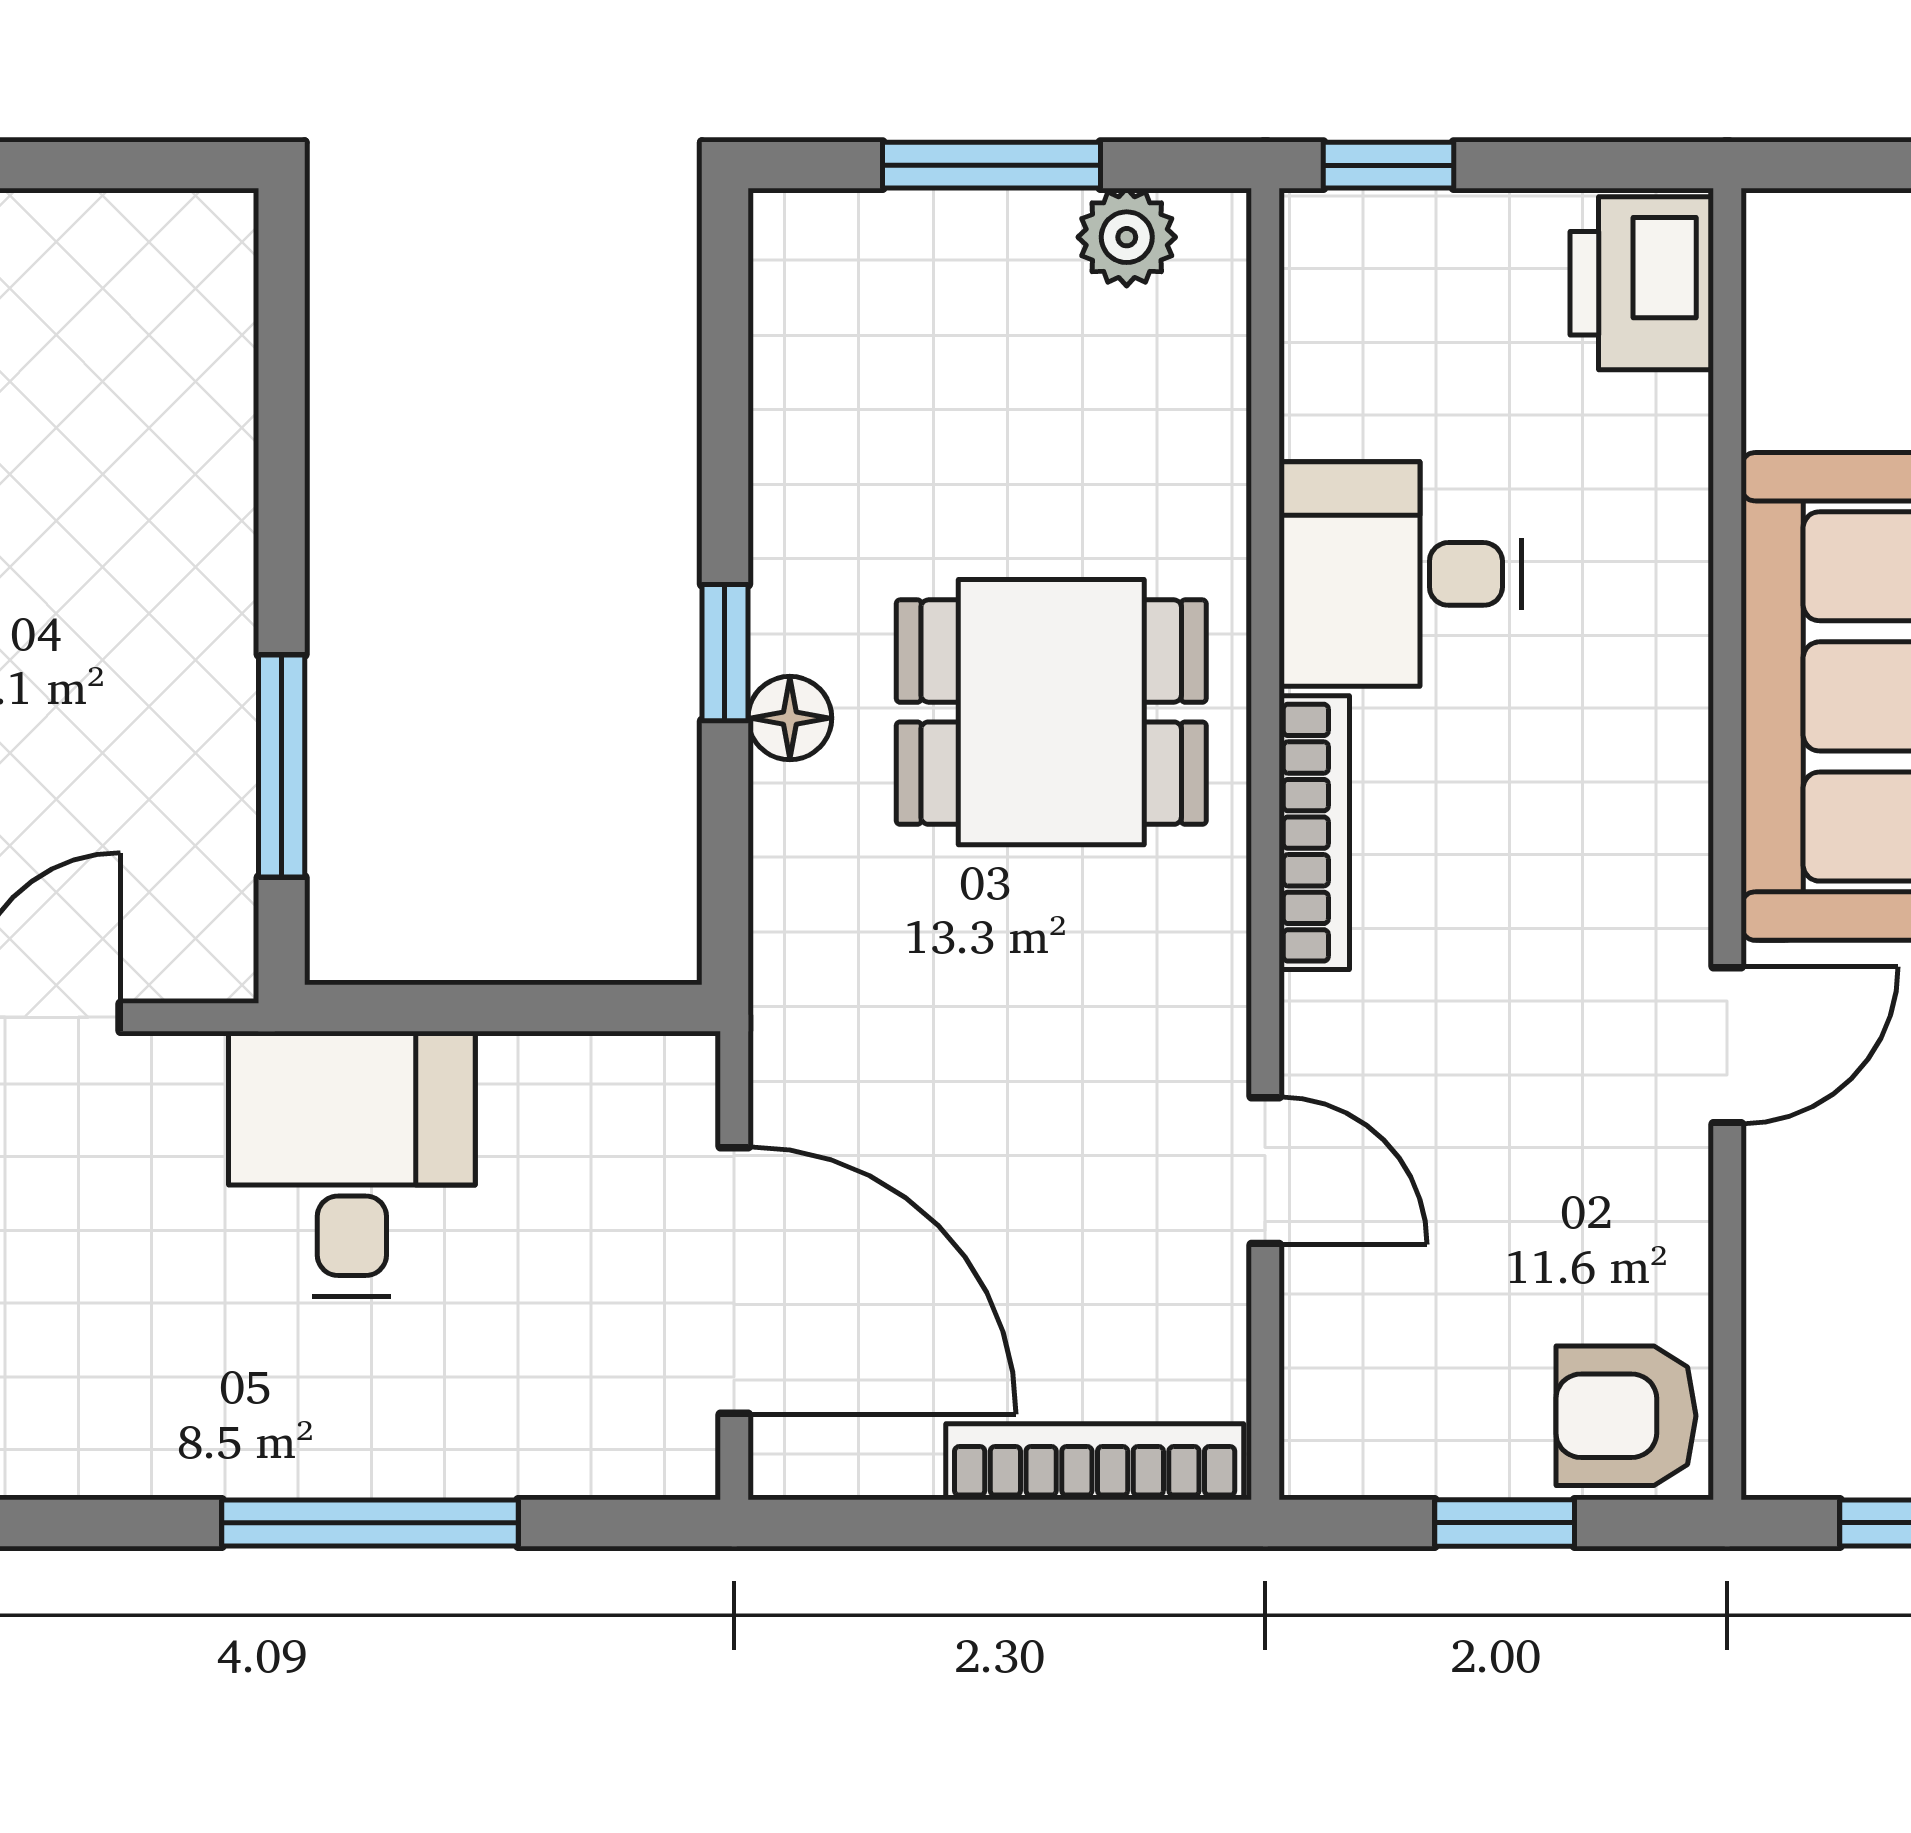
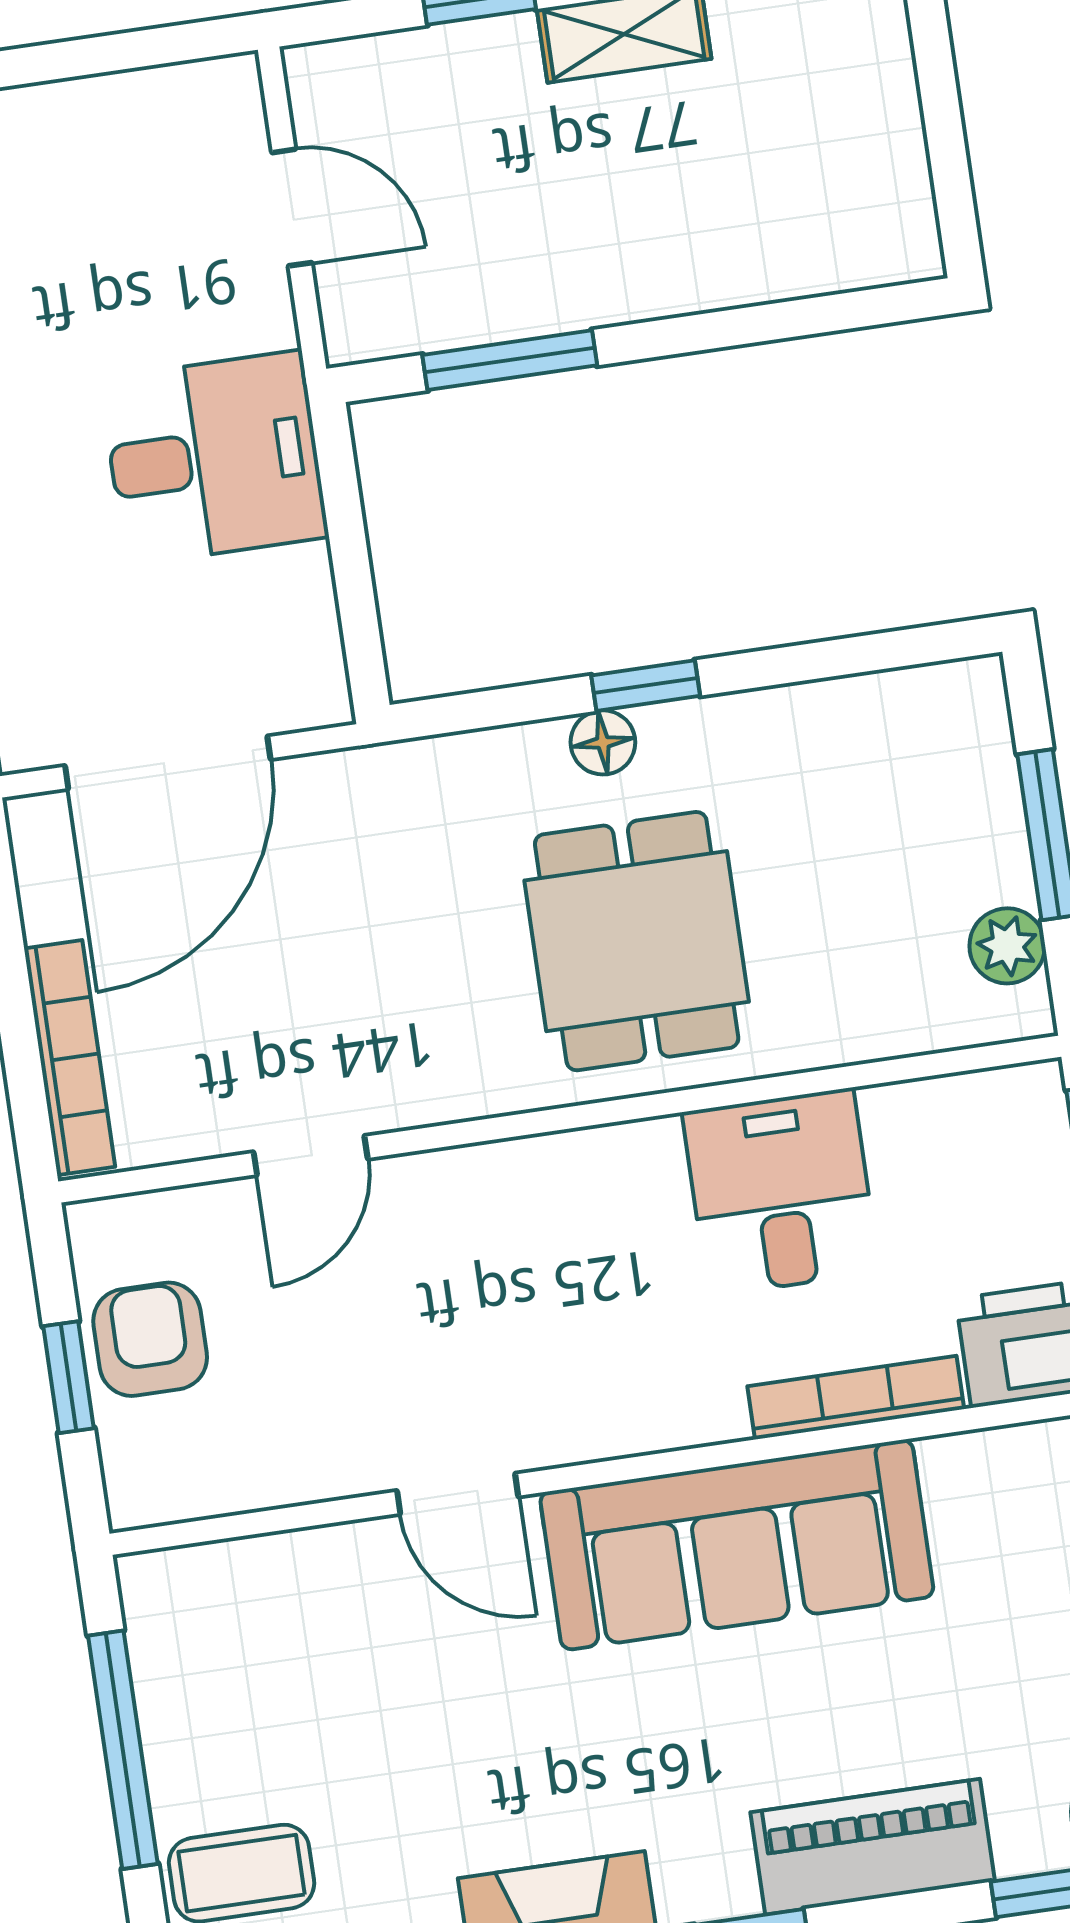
bookcase: (1314, 833) -> (856, 1398), moved, turned 180
armchair: (1626, 1416) -> (150, 1339), moved

